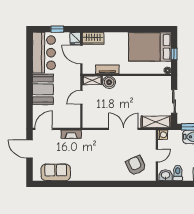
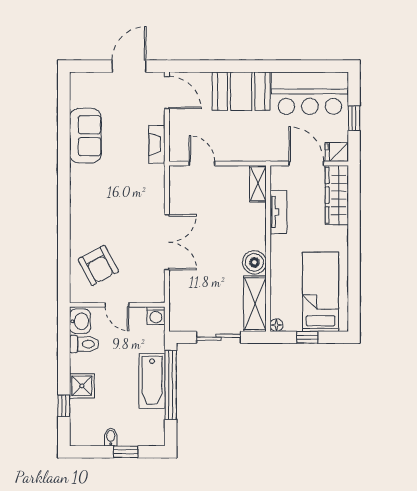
wardrobe: (93, 38) -> (337, 195), width x1.50
bed: (150, 47) -> (321, 292), width x0.67
door: (81, 55) -> (306, 163), hinge flipped
boiler: (109, 82) -> (254, 262), moved
door: (81, 97) -> (202, 163), moved
shelving: (156, 122) -> (255, 304), moved
armchair: (136, 165) -> (98, 265), turned 87
sofa: (56, 172) -> (85, 136), moved

